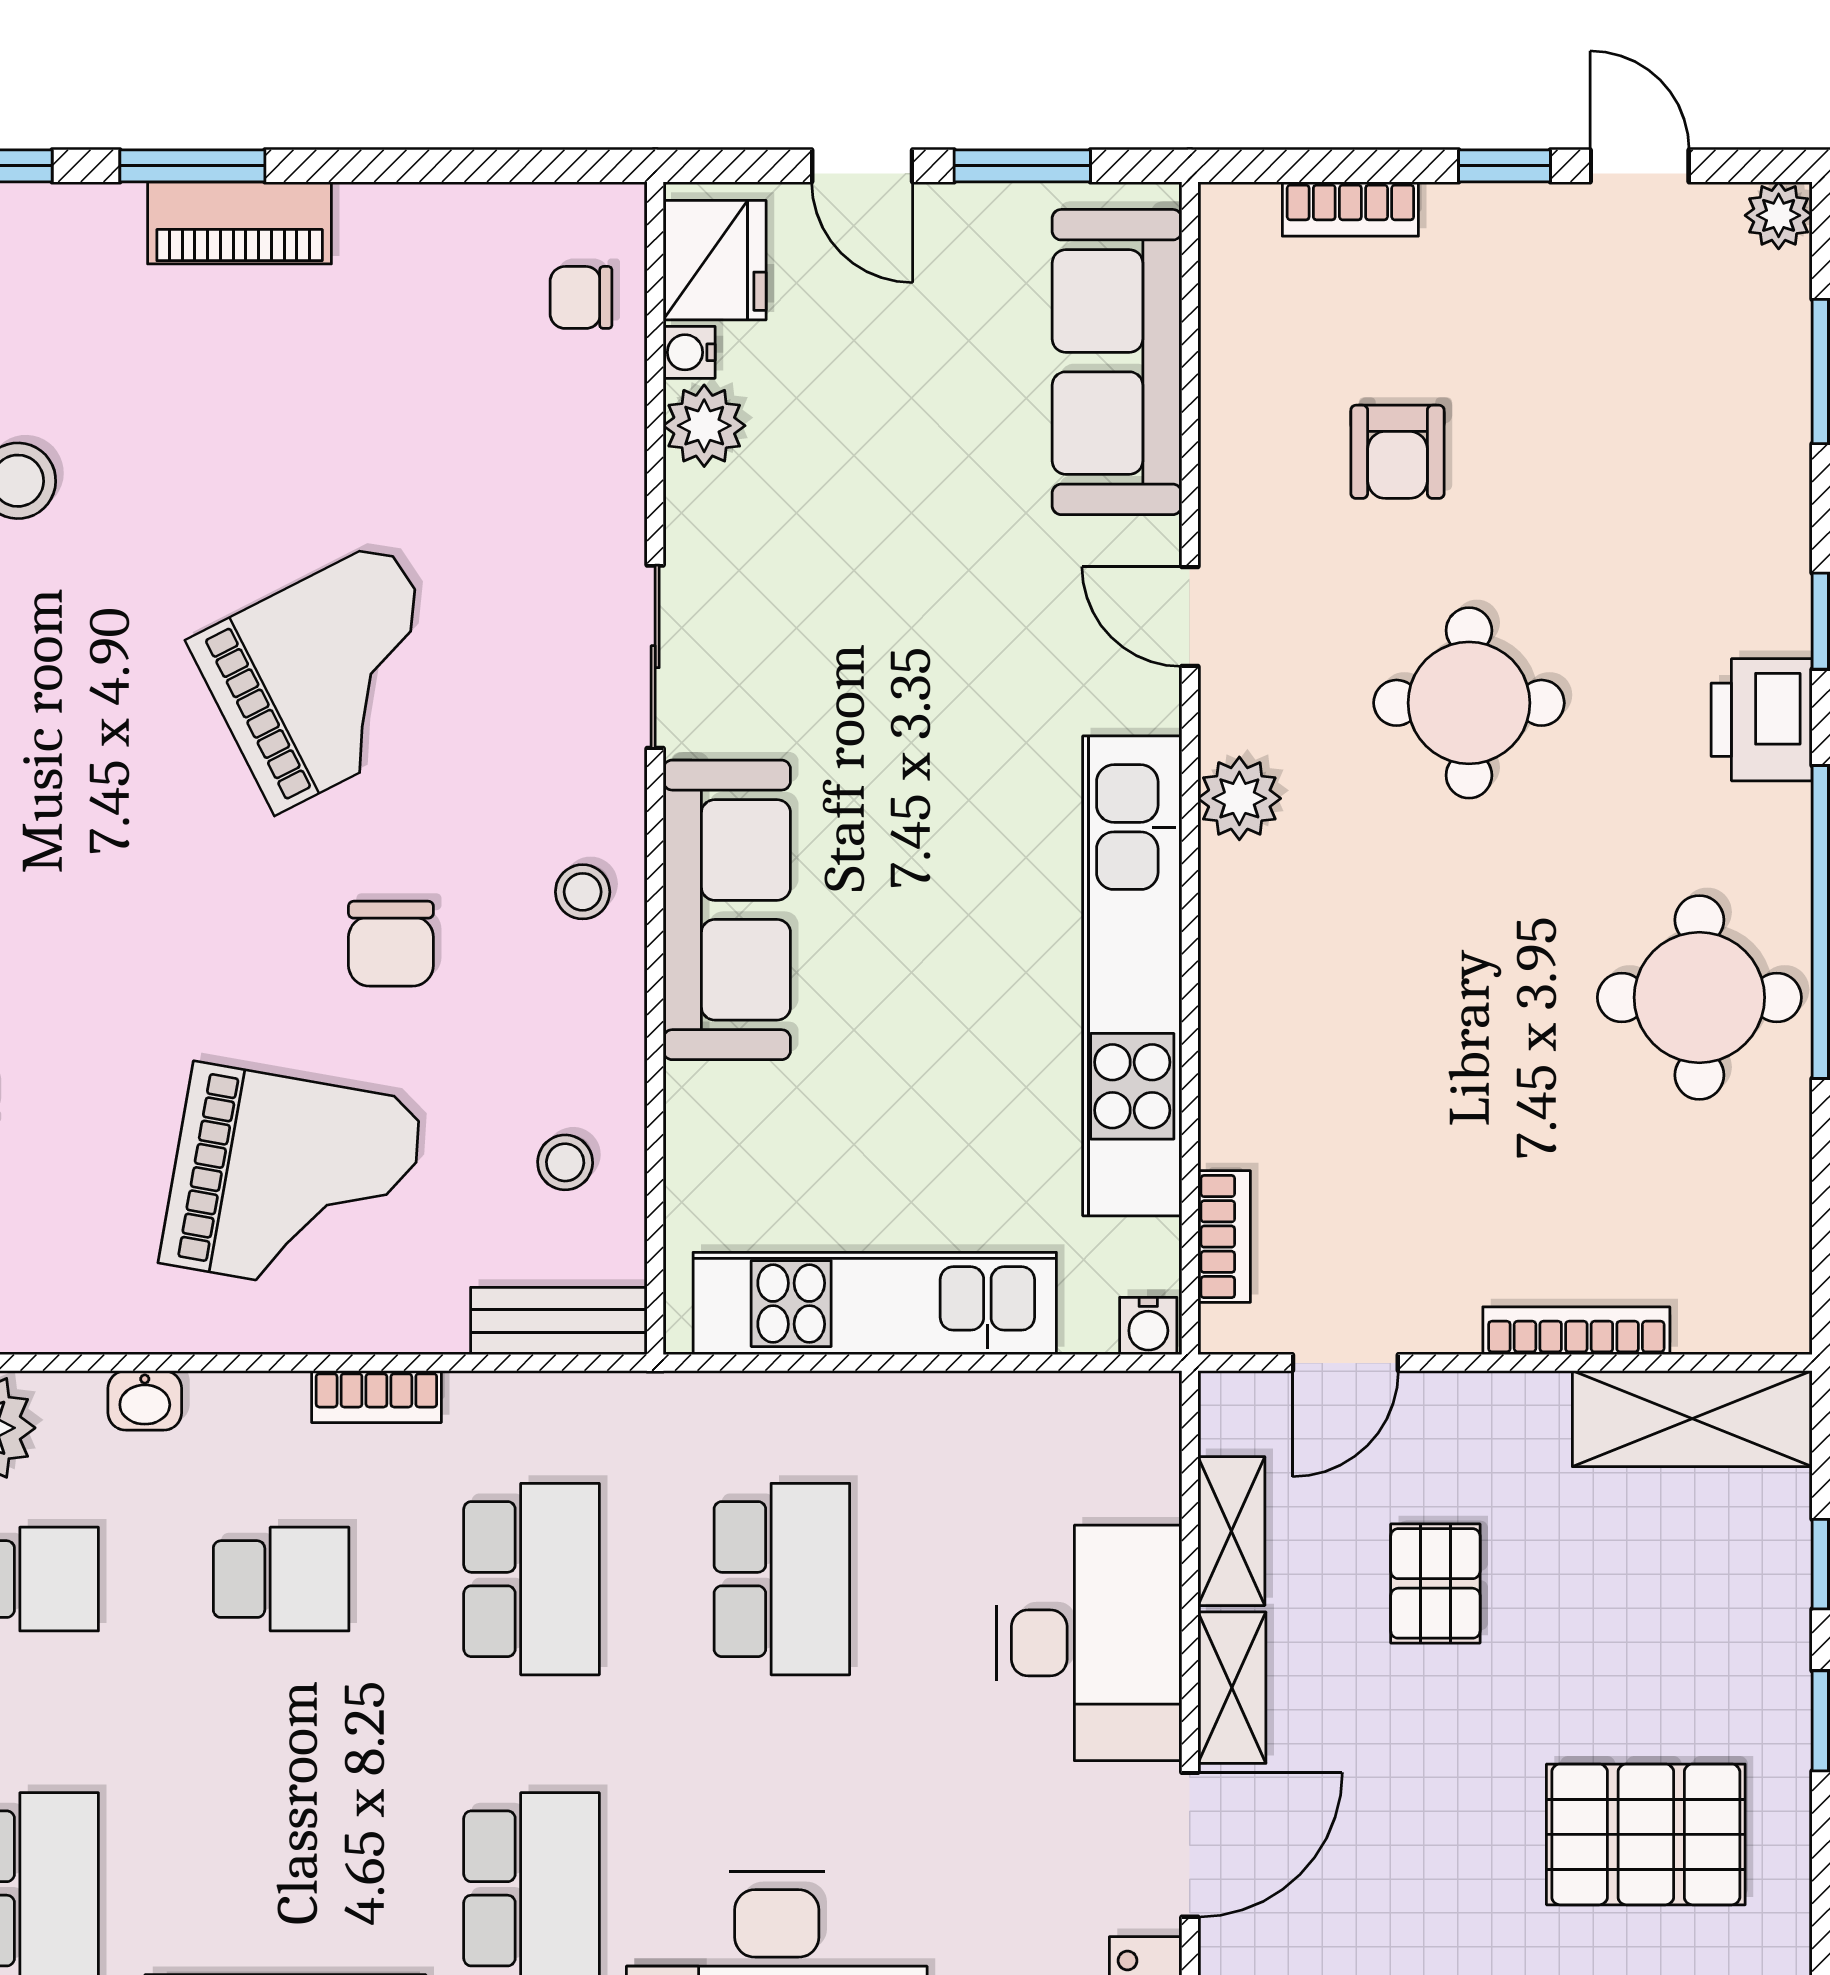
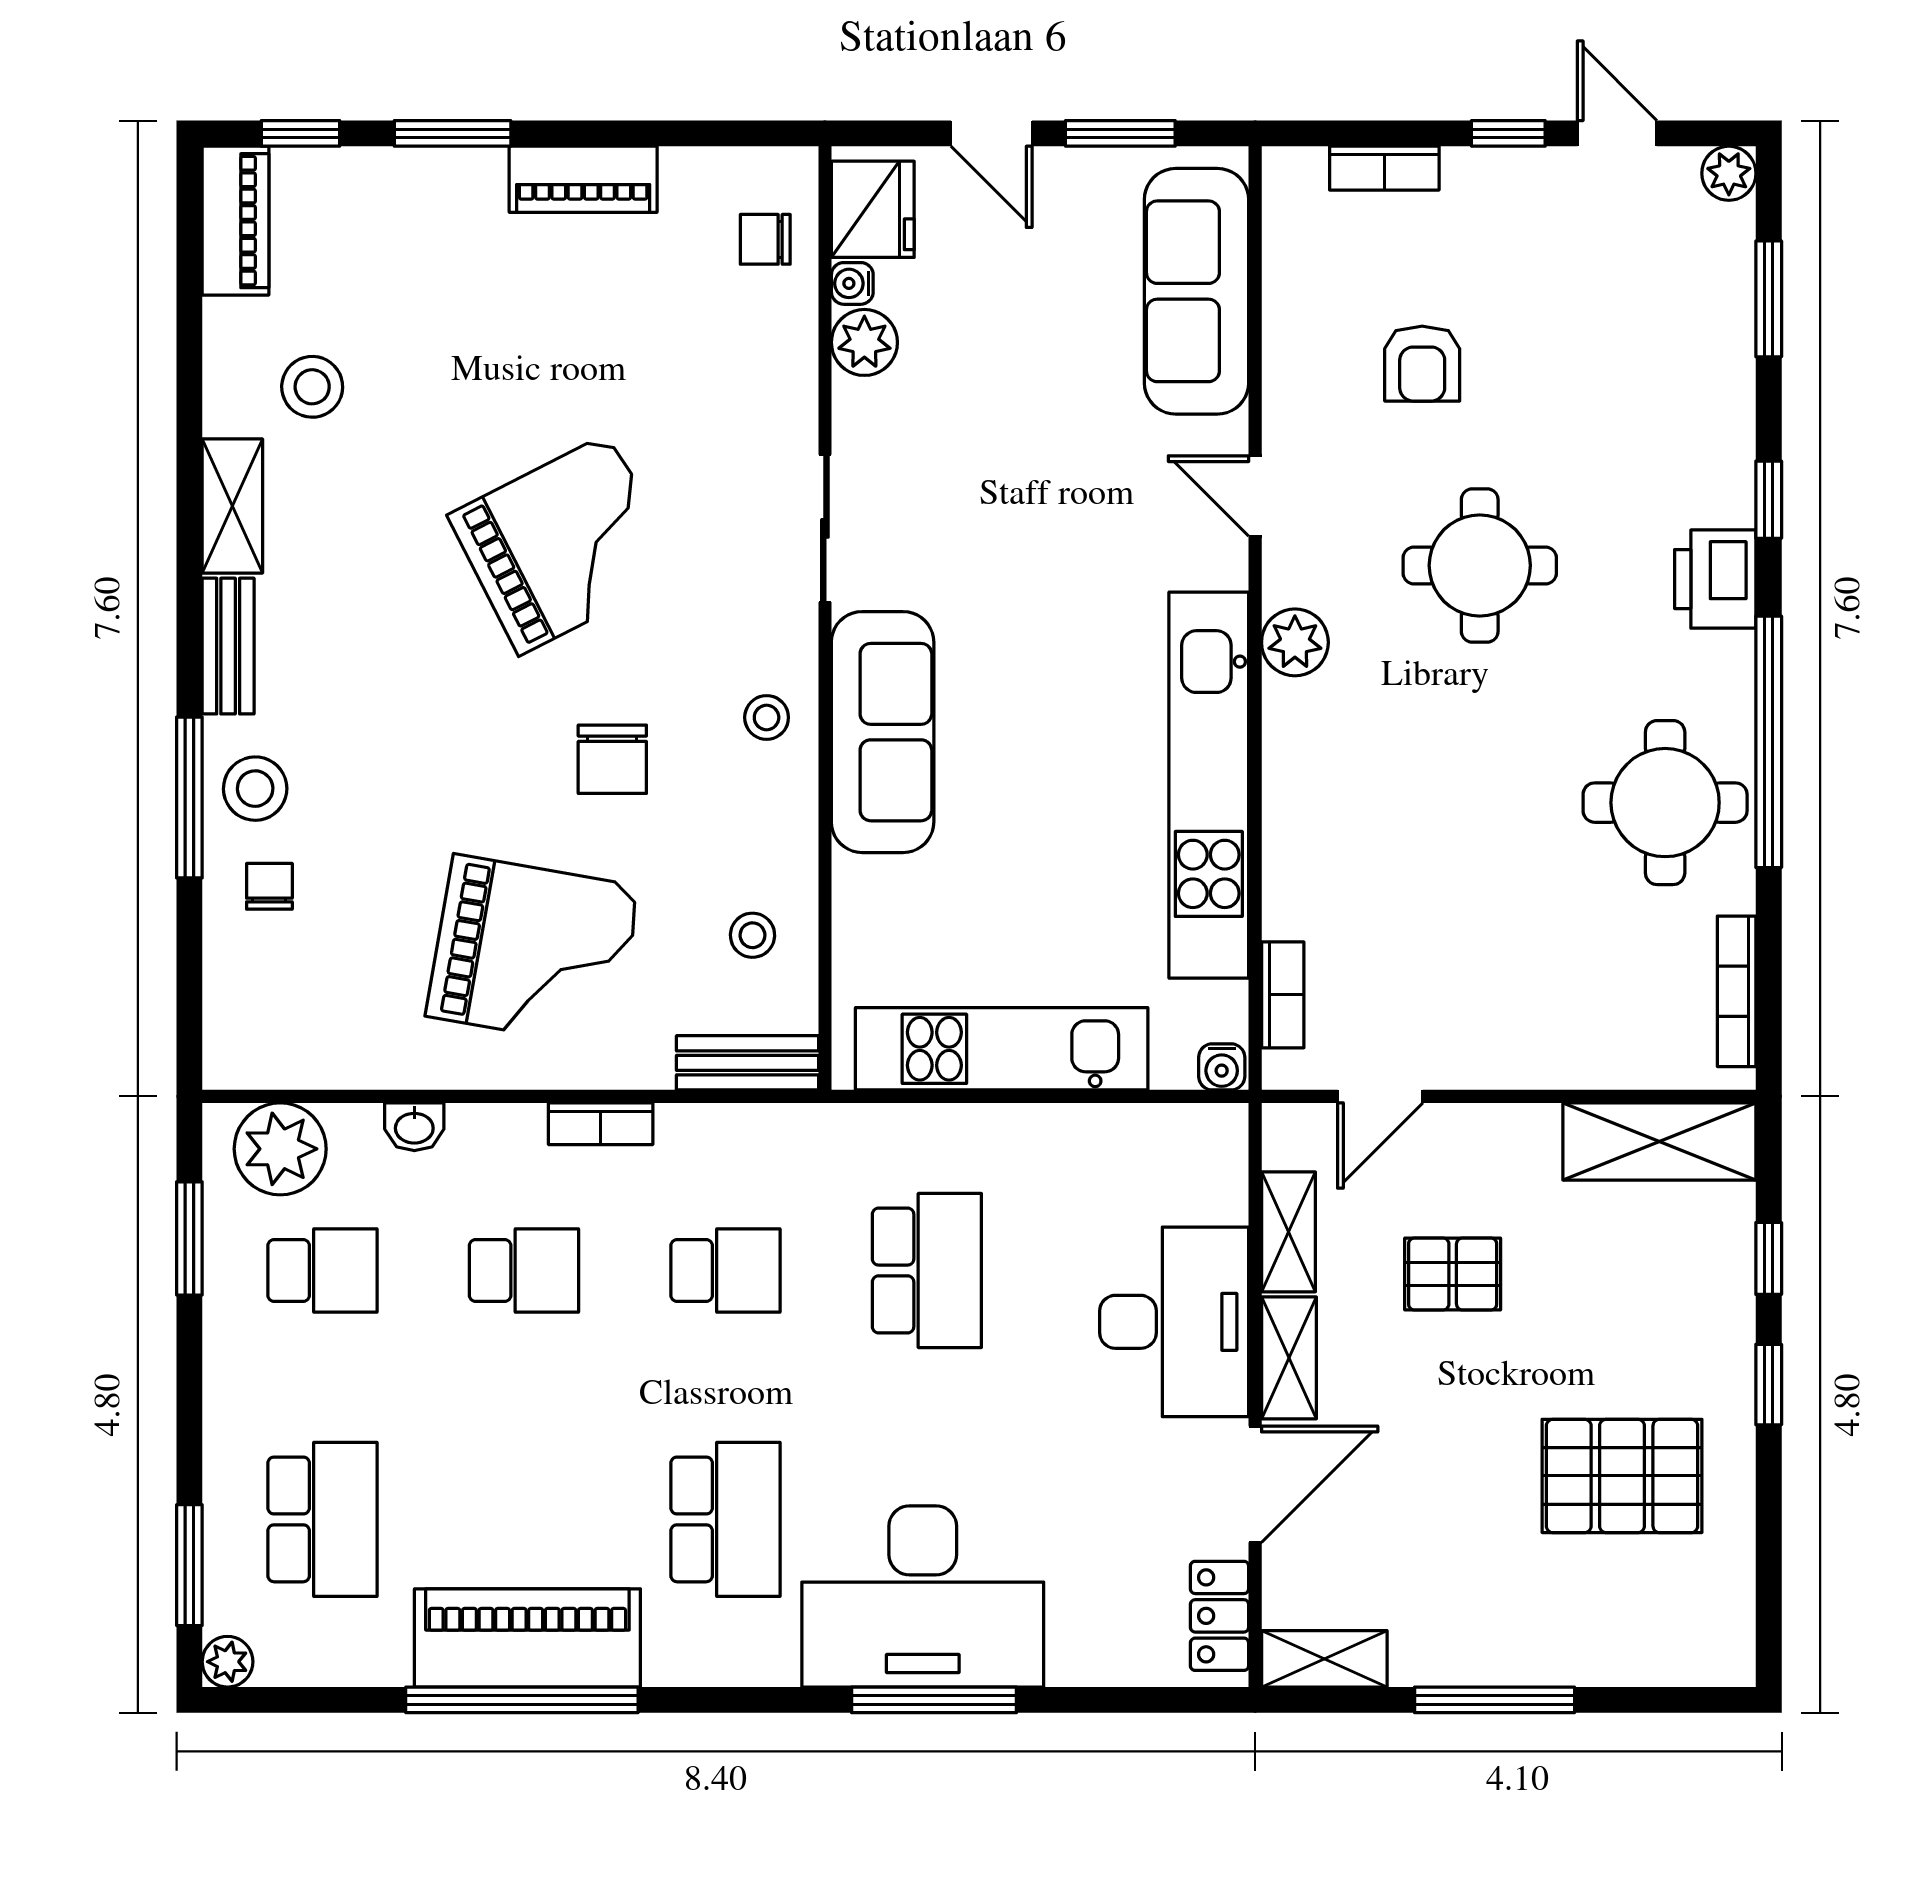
piano: (240, 223) -> (583, 179), moved
bookcase: (1576, 1331) -> (1737, 991), moved, turned -90
school desk: (531, 1579) -> (725, 1270), width x0.54
pallet: (1435, 1583) -> (1453, 1274), turned 90

